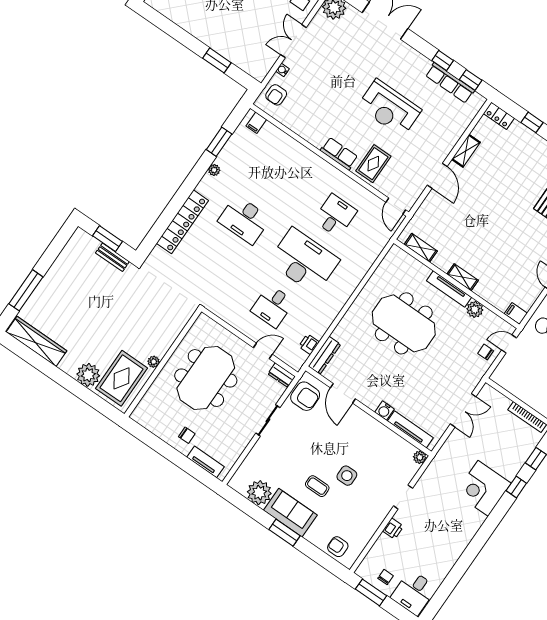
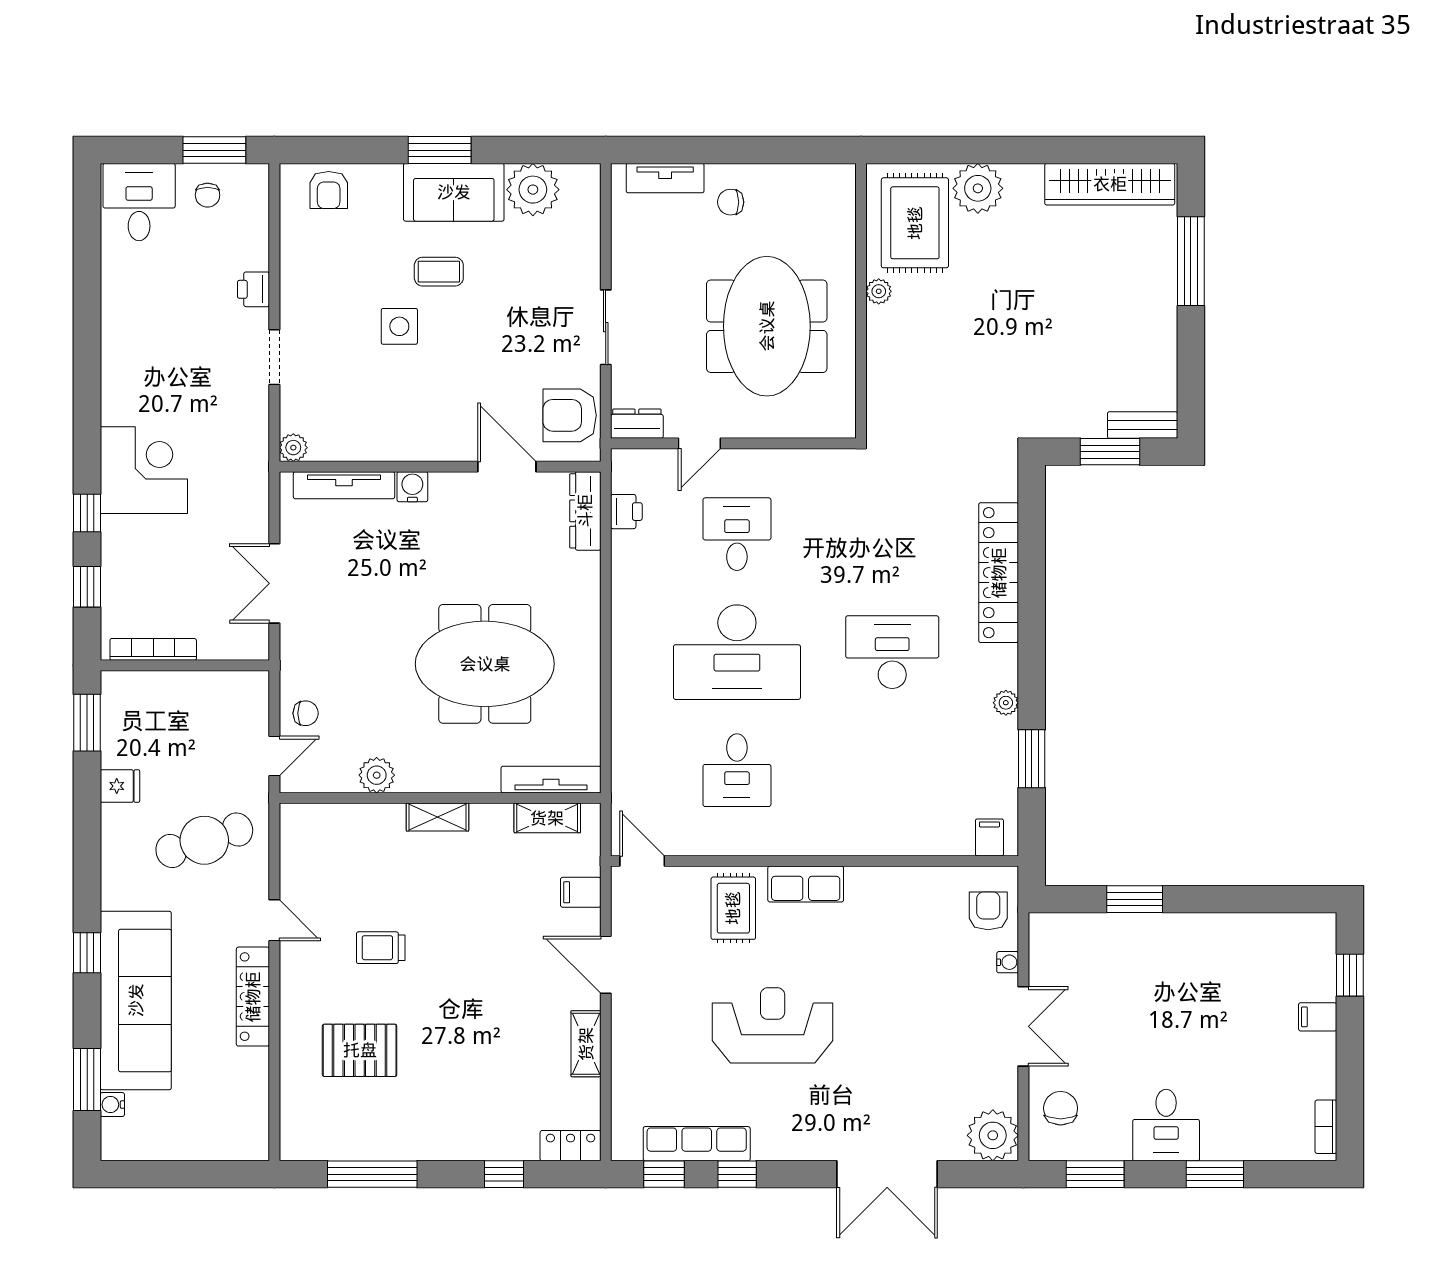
trolley: (519, 242) -> (381, 948), added
bench: (112, 257) -> (1143, 425), moved
tv unit: (449, 289) -> (551, 780), moved
filing cabinet: (516, 314) -> (581, 892), moved, turned 180
armchair: (338, 547) -> (329, 190), turned 90

